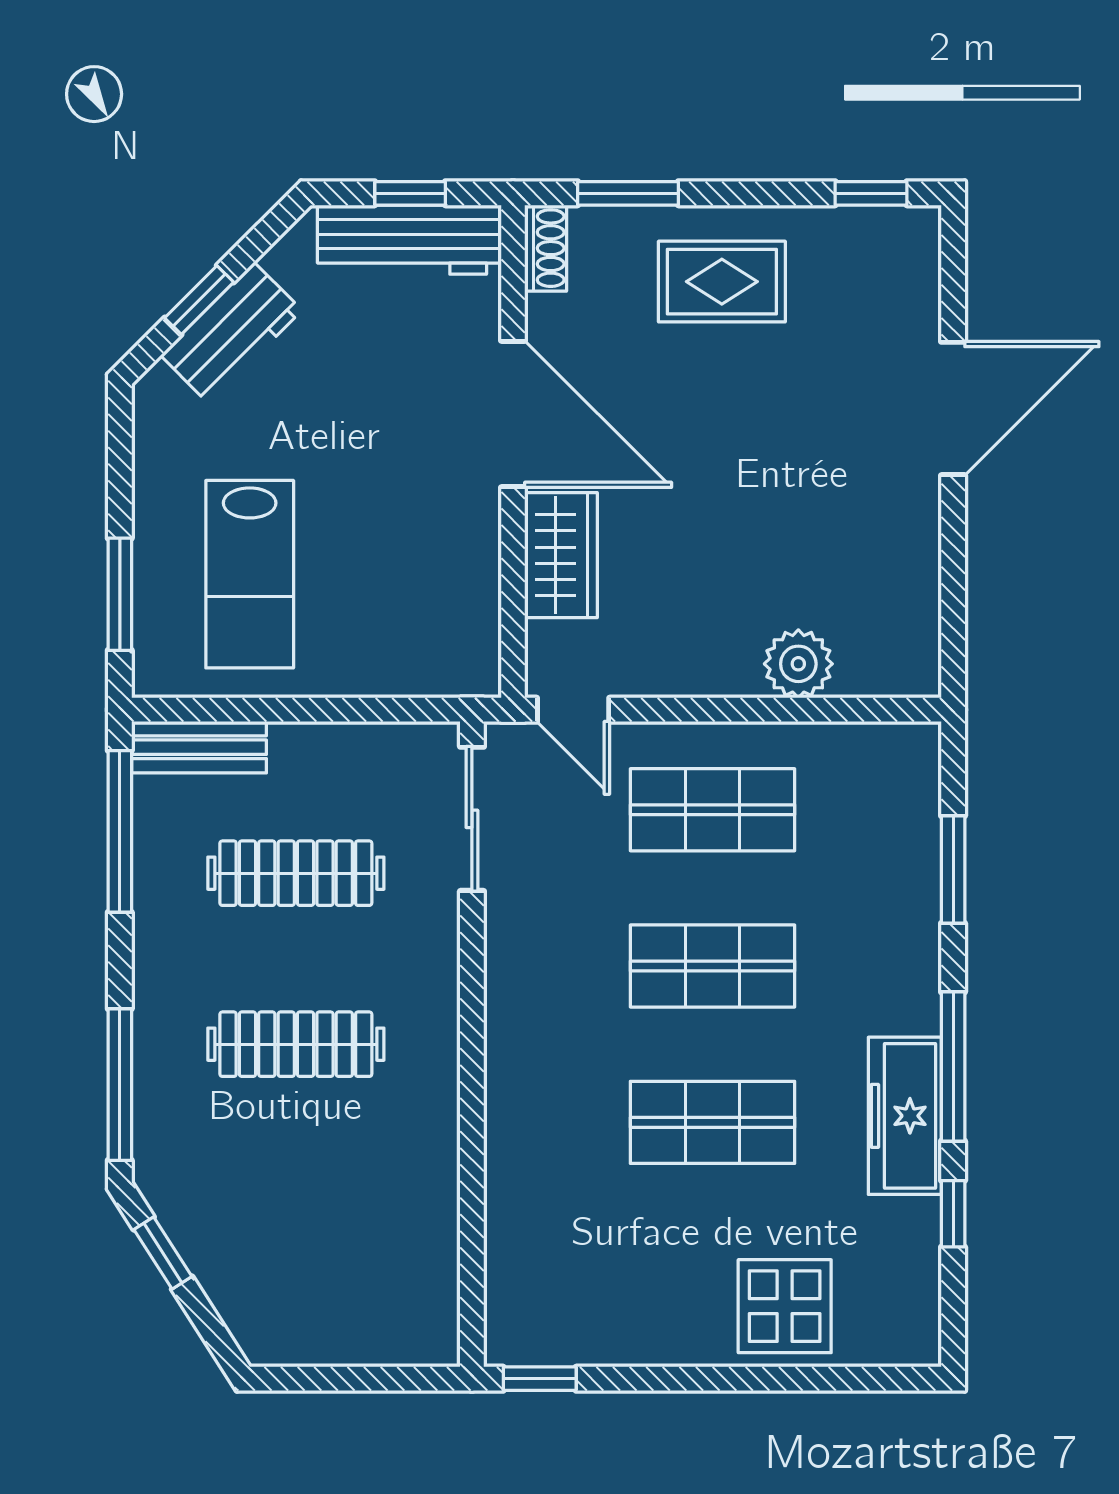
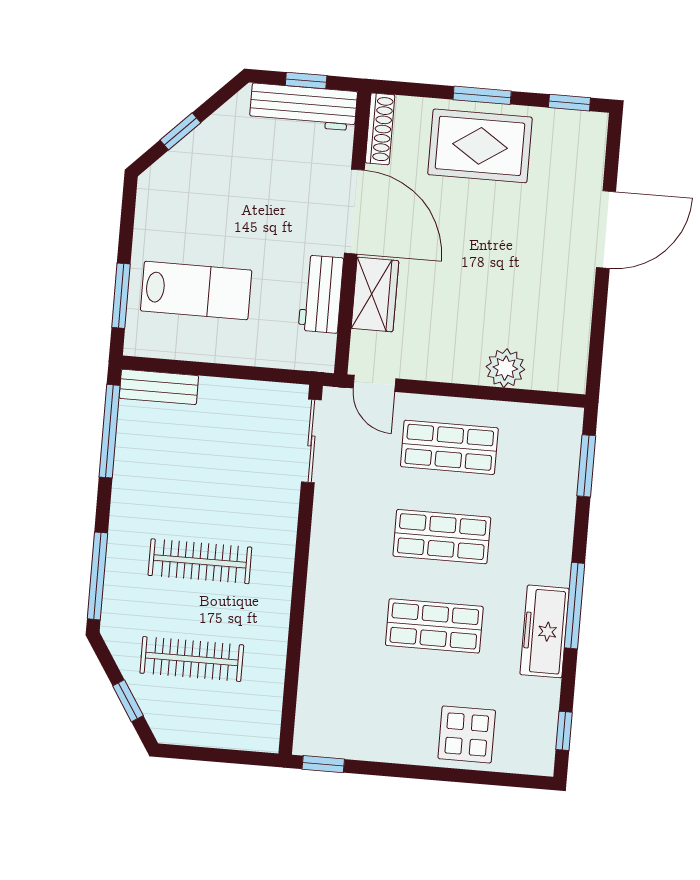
window: (628, 193) -> (482, 95), moved
shoe rack: (546, 248) -> (380, 129), width x1.43
rug: (722, 282) -> (480, 146), width x1.36, depth x1.43
workbench: (231, 333) -> (321, 294), moved, turned 135
lab bench: (250, 574) -> (196, 290), turned -90
window: (953, 869) -> (586, 466), moved
clothes rail: (296, 873) -> (192, 659), moved
window: (953, 1214) -> (564, 731), moved
window: (163, 1253) -> (128, 701), moved

